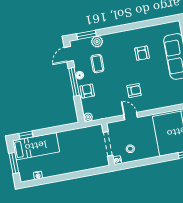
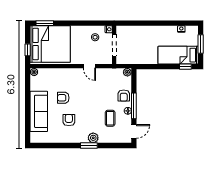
window: (87, 35) -> (89, 146), moved
plant: (97, 42) -> (93, 138), moved
armchair: (134, 90) -> (63, 98), moved

